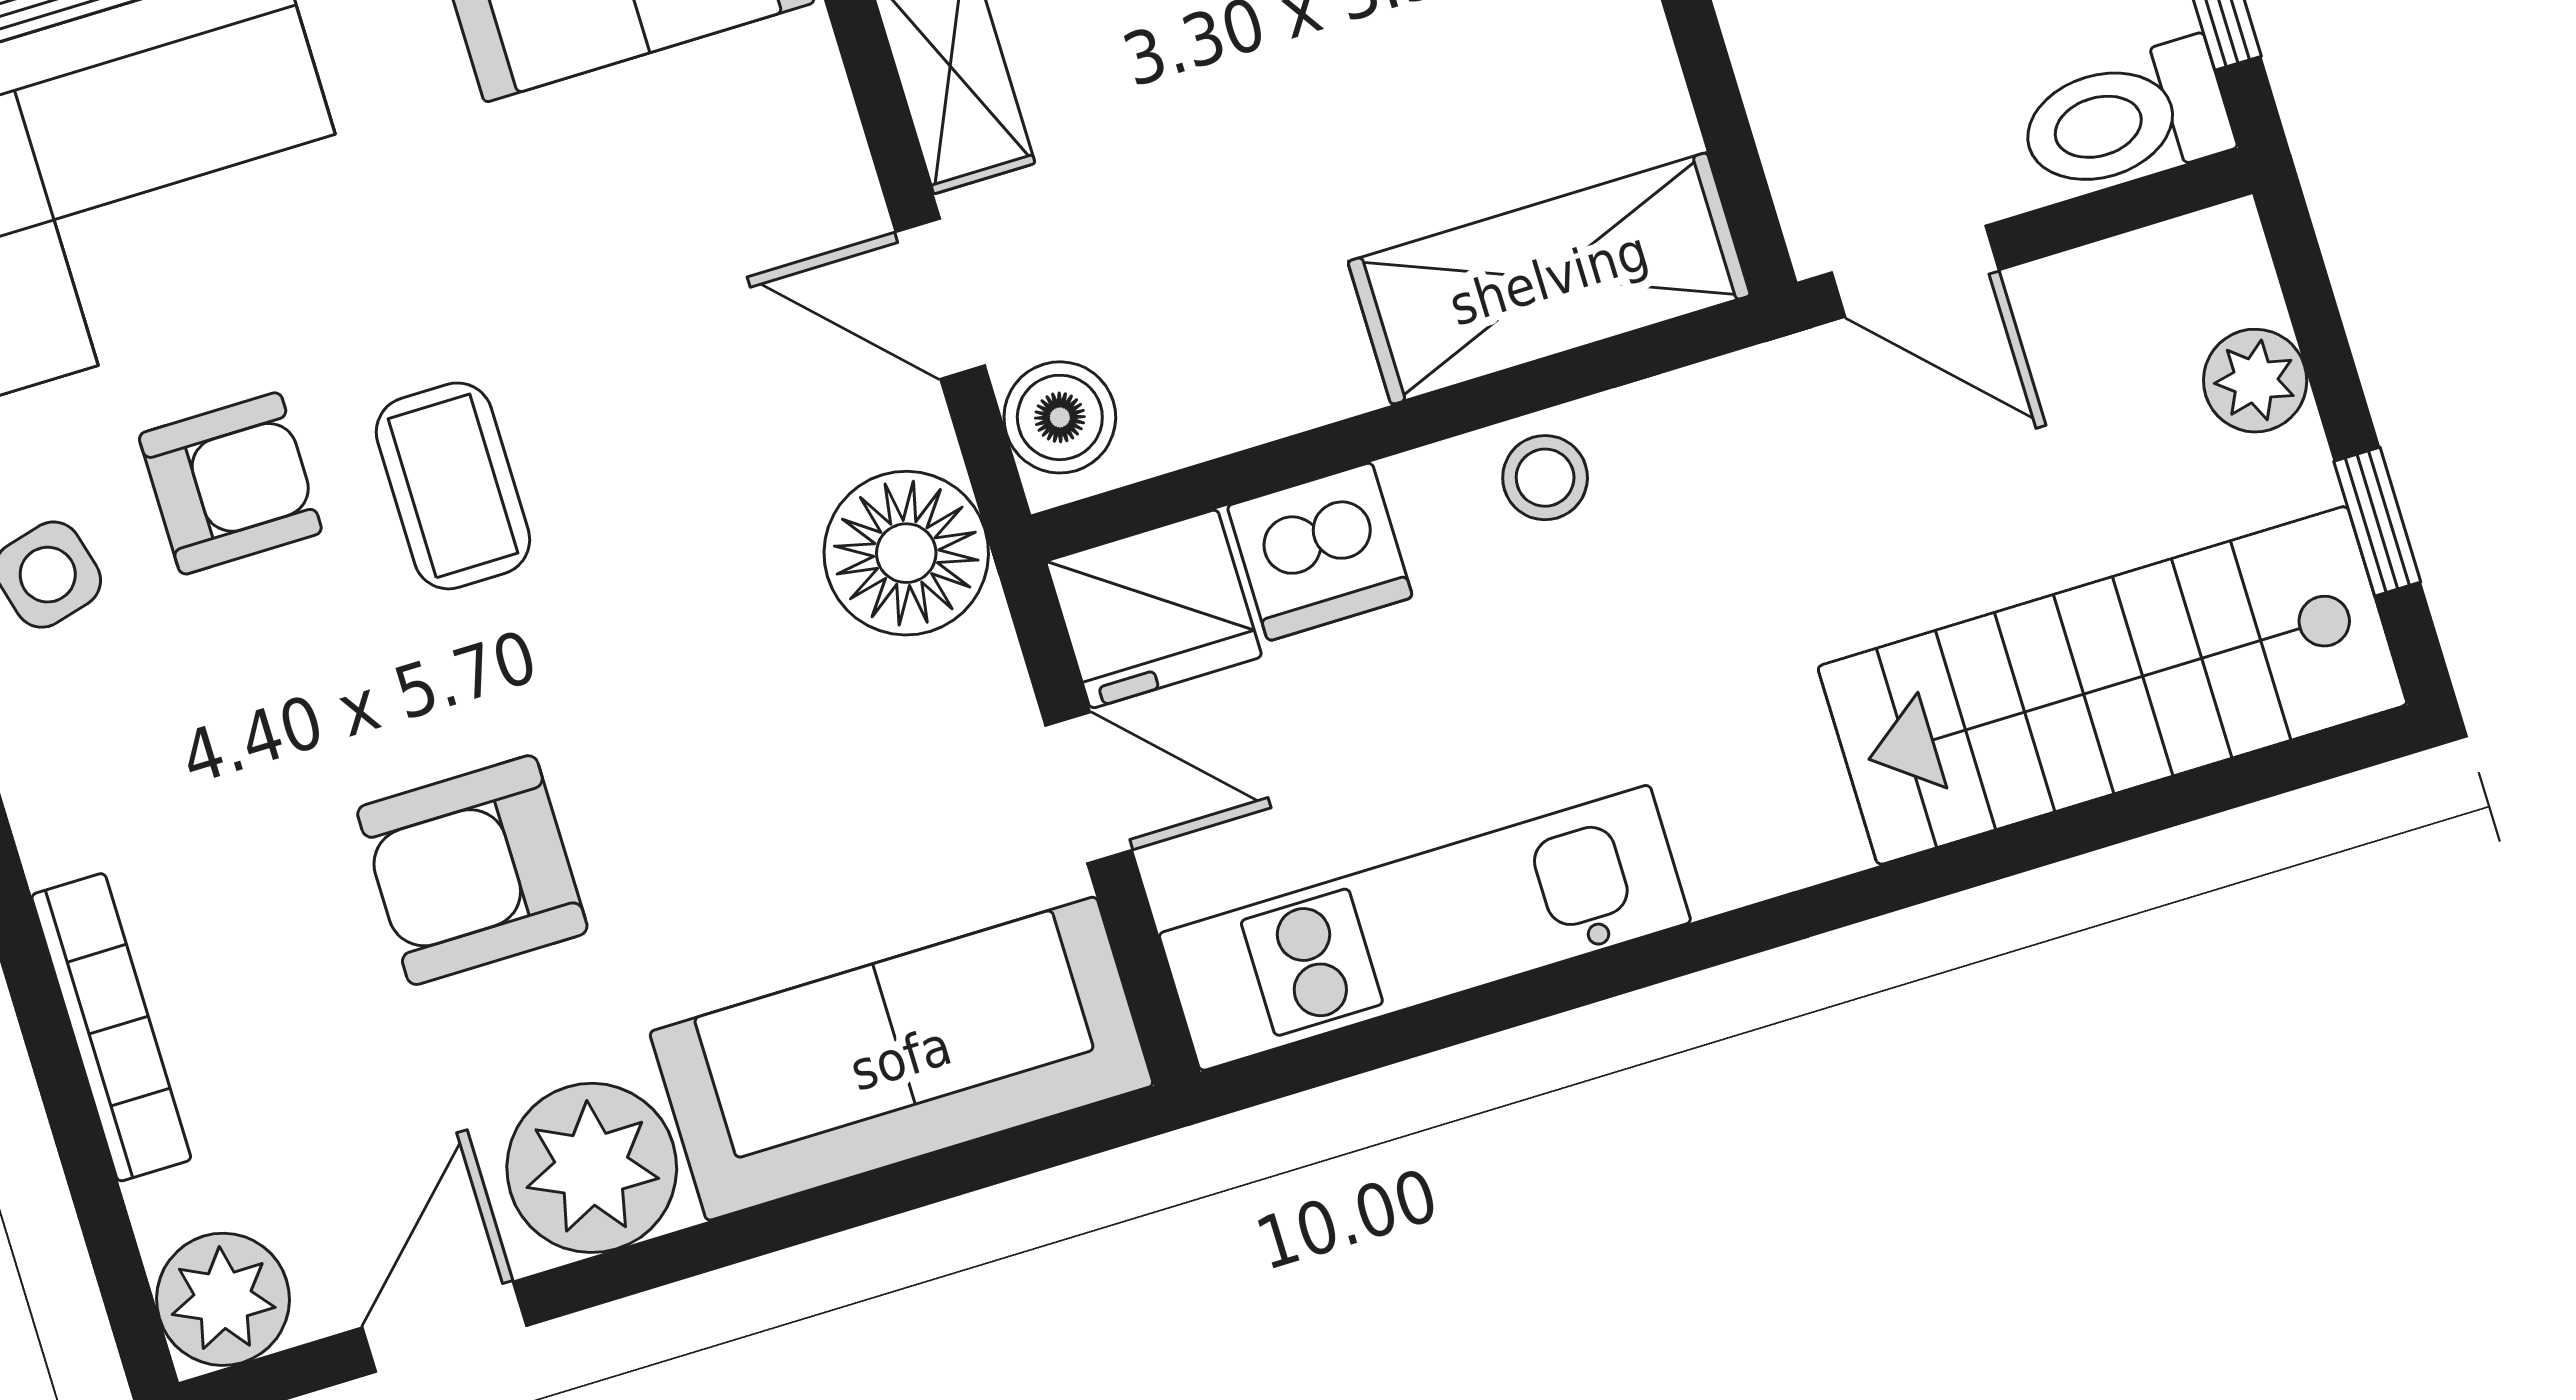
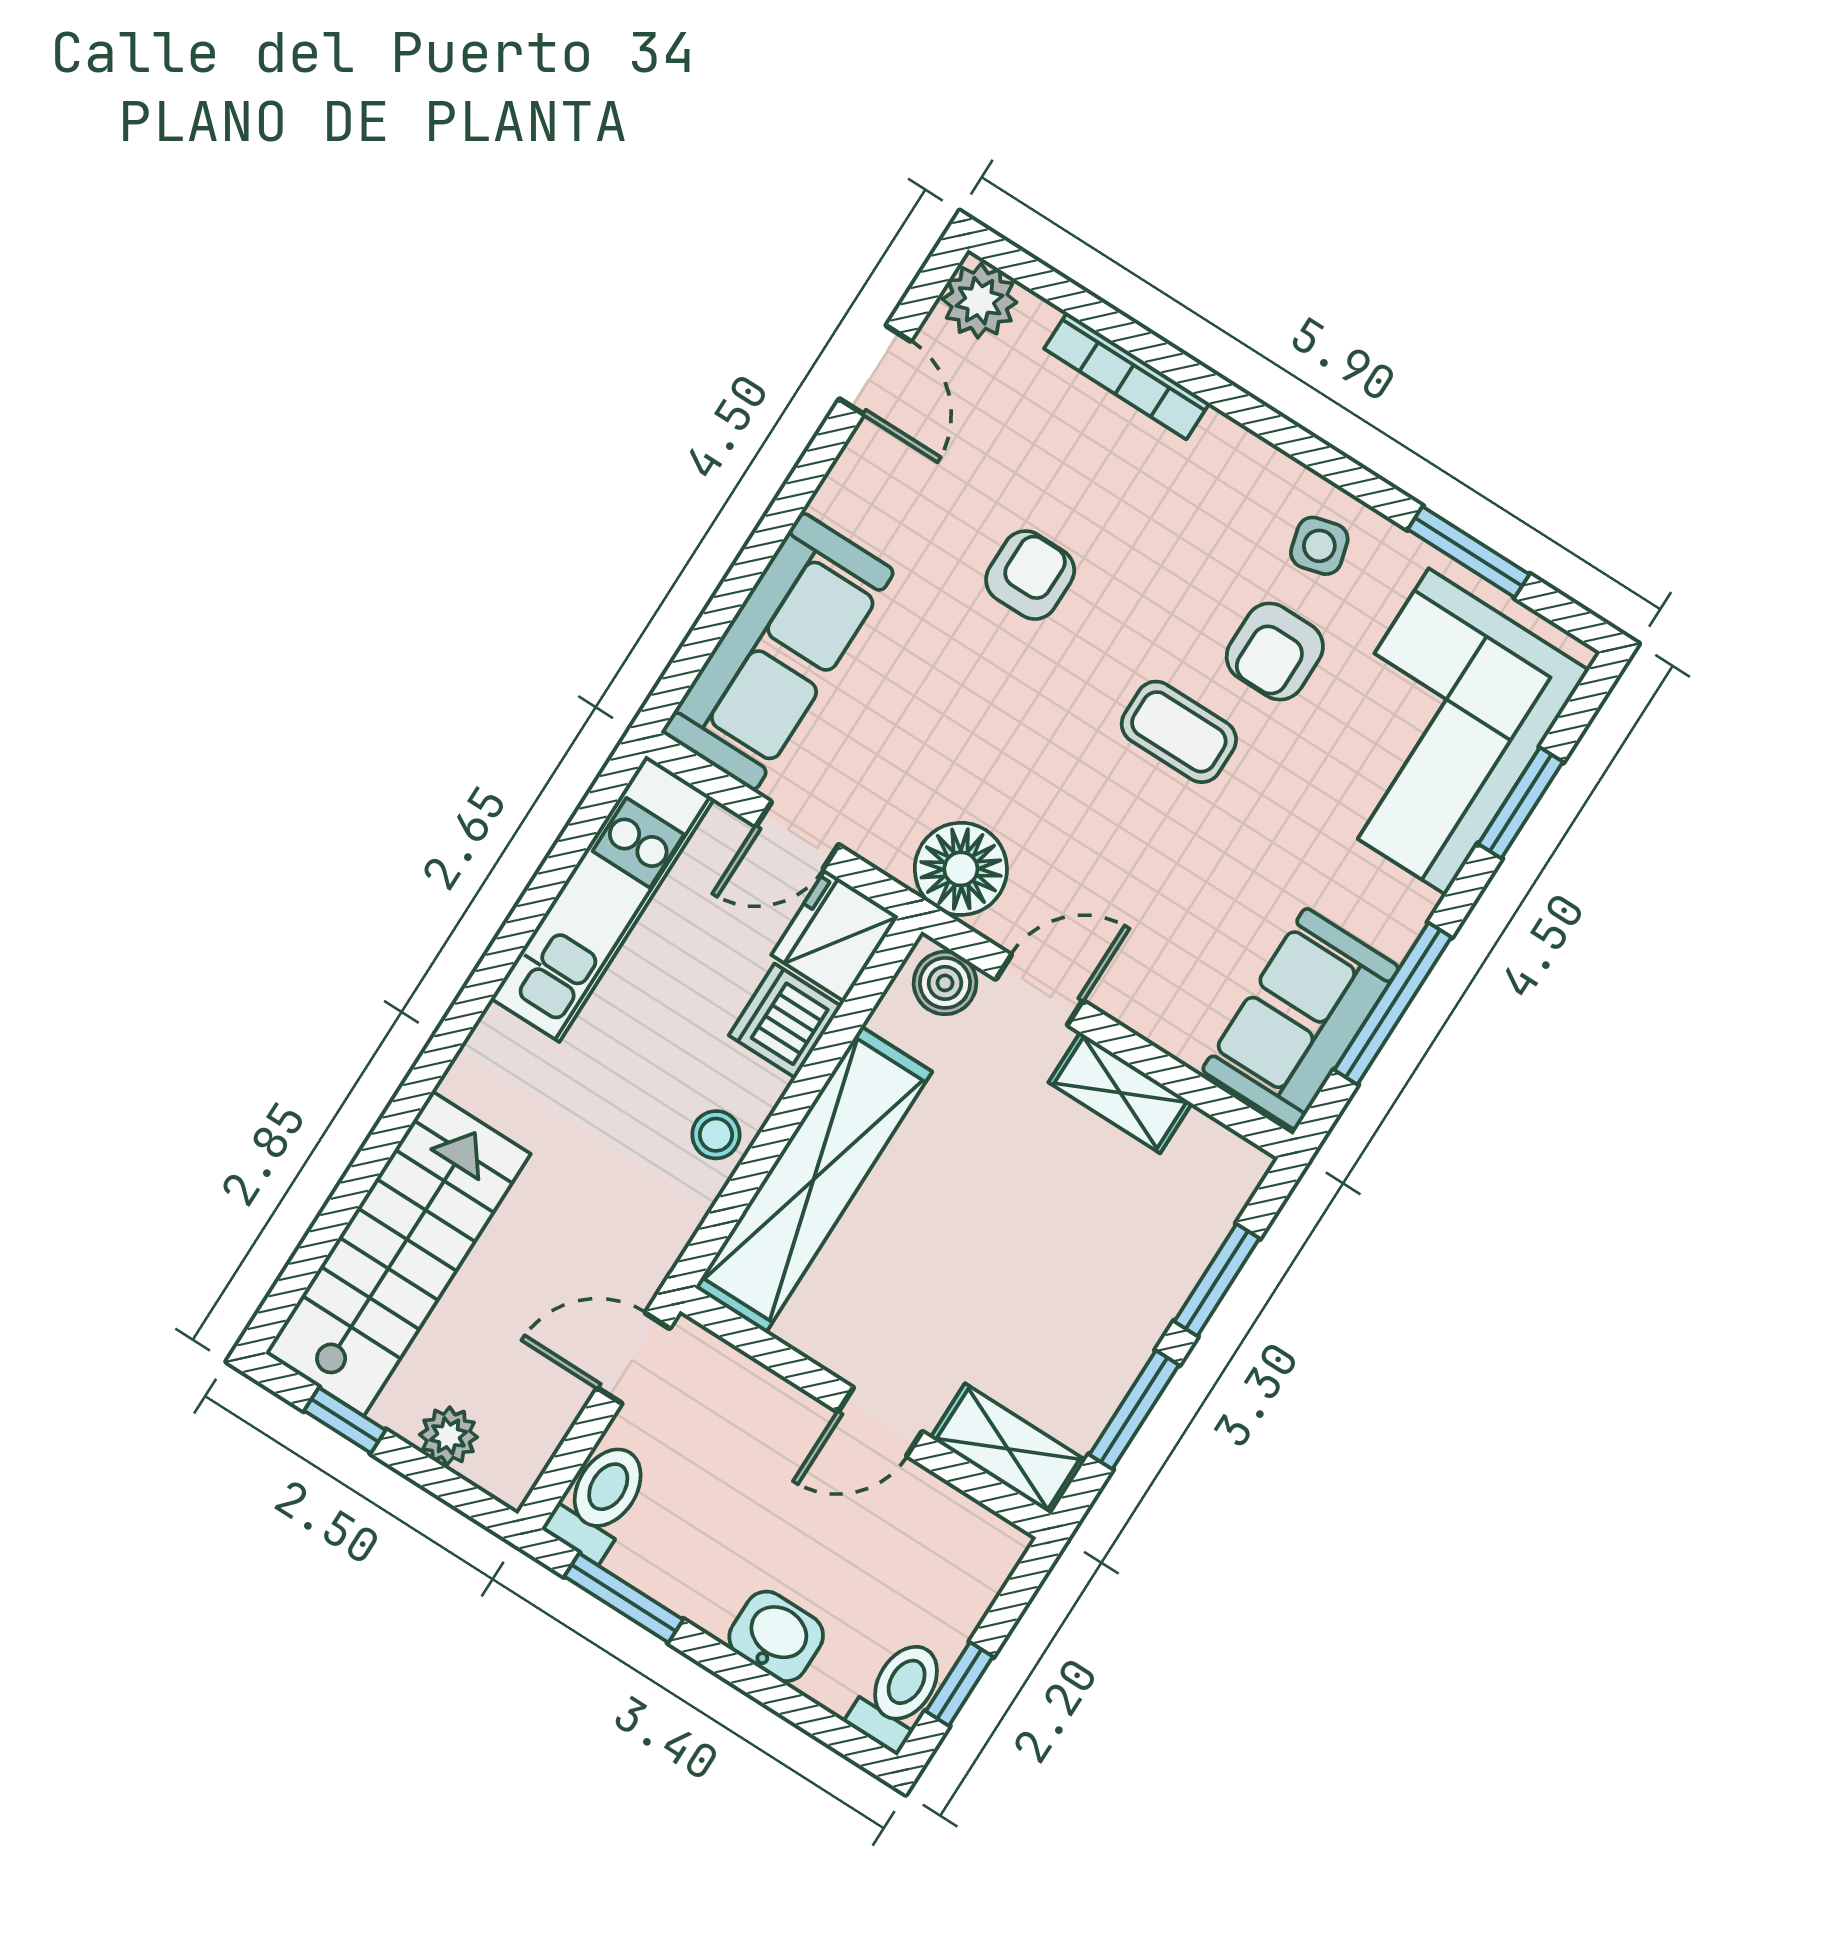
shelving: (1549, 279) -> (813, 1180), width x1.47
armchair: (472, 870) -> (1030, 575), width x0.72, depth x0.72
plant: (592, 1168) -> (870, 492), removed

